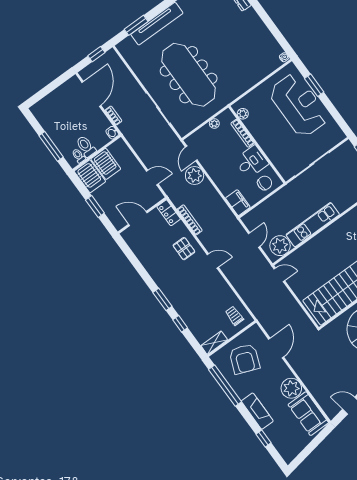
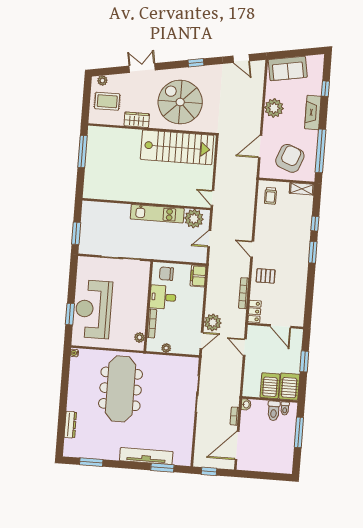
meeting table: (189, 75) -> (121, 389), moved
pallet: (184, 249) -> (266, 276), turned 90
sofa: (308, 414) -> (288, 68), moved, turned 80

